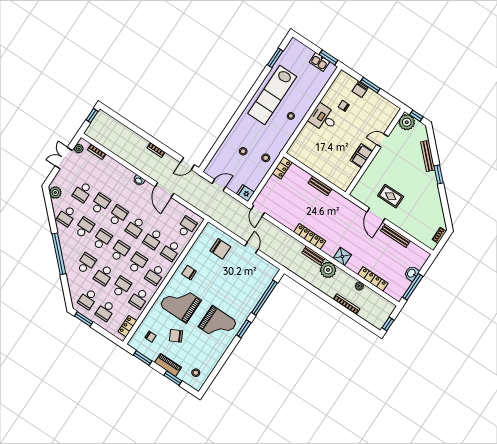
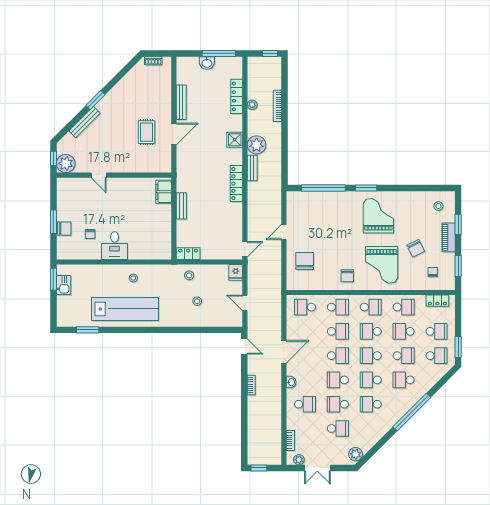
filing cabinet: (361, 156) -> (164, 192), moved, turned 90
school desk: (67, 216) -> (305, 404), moved

